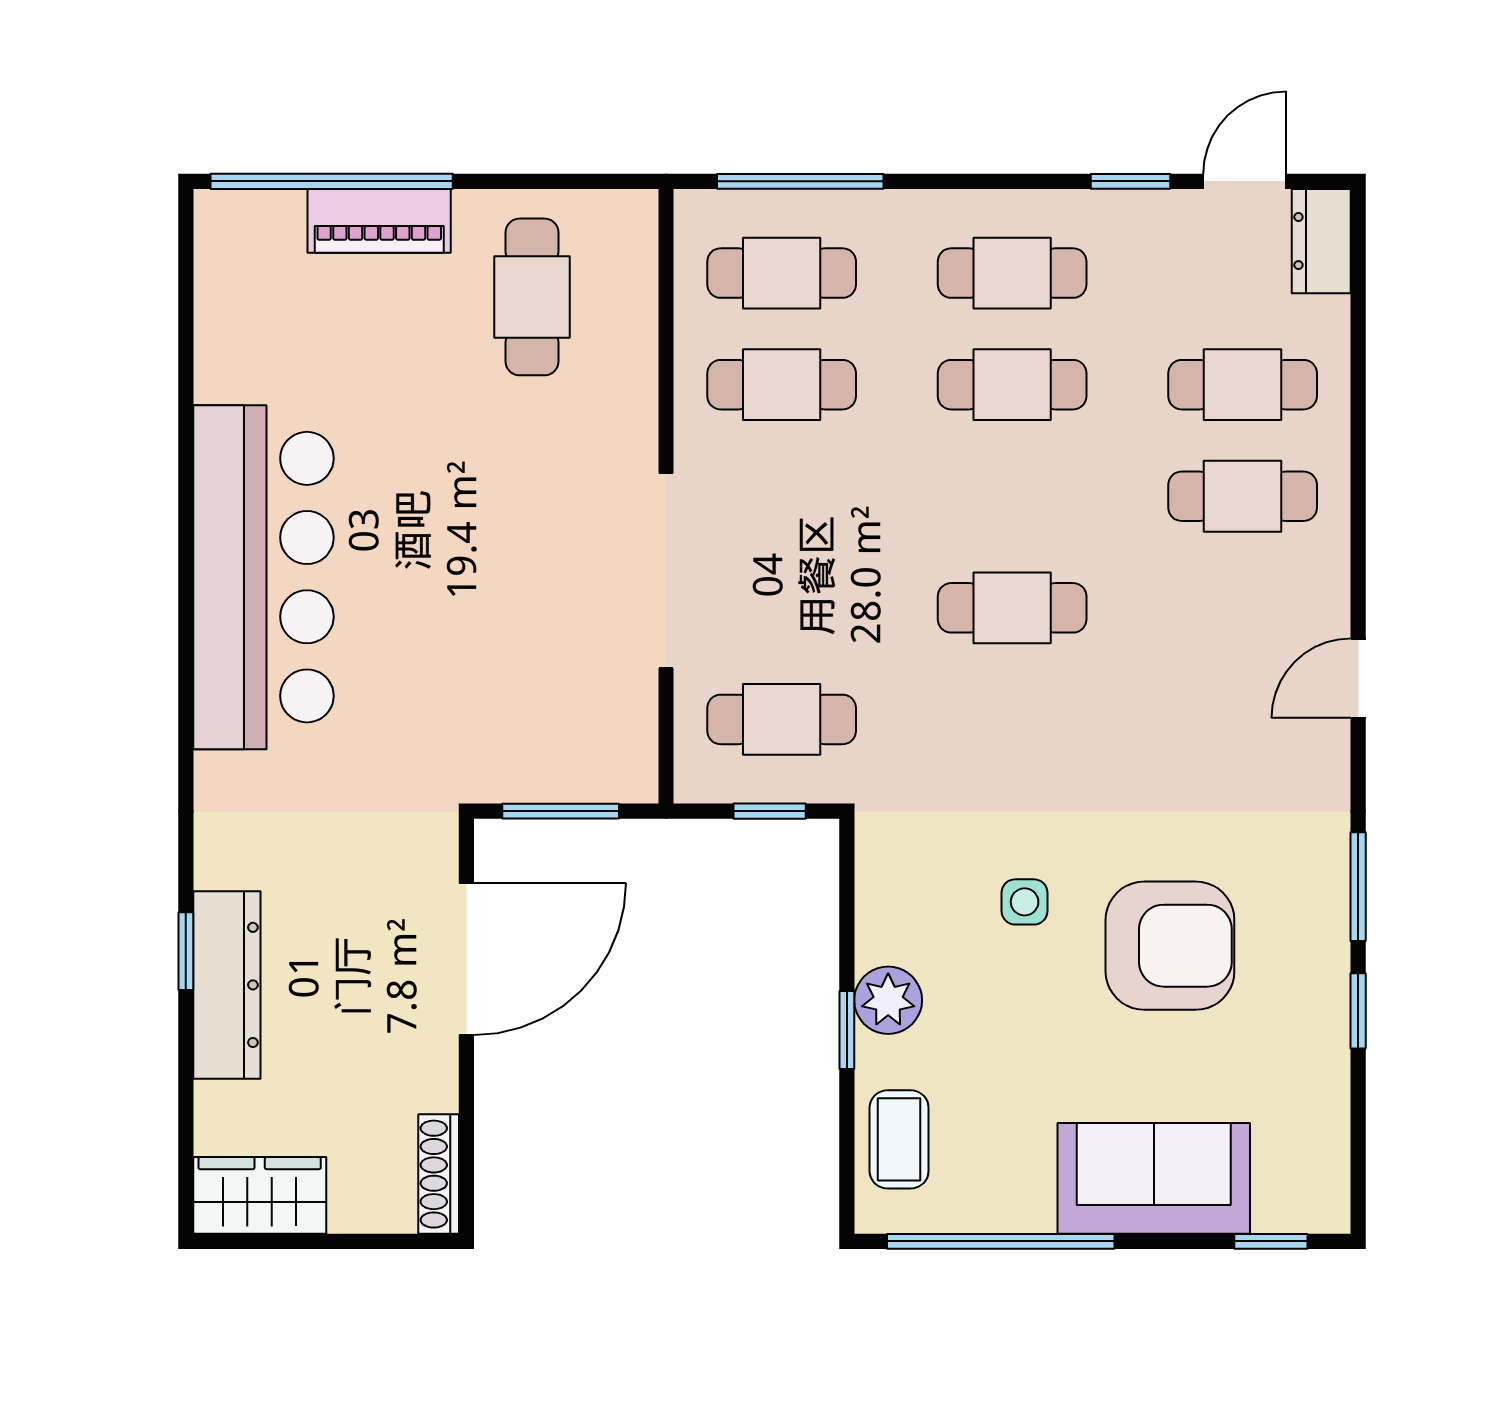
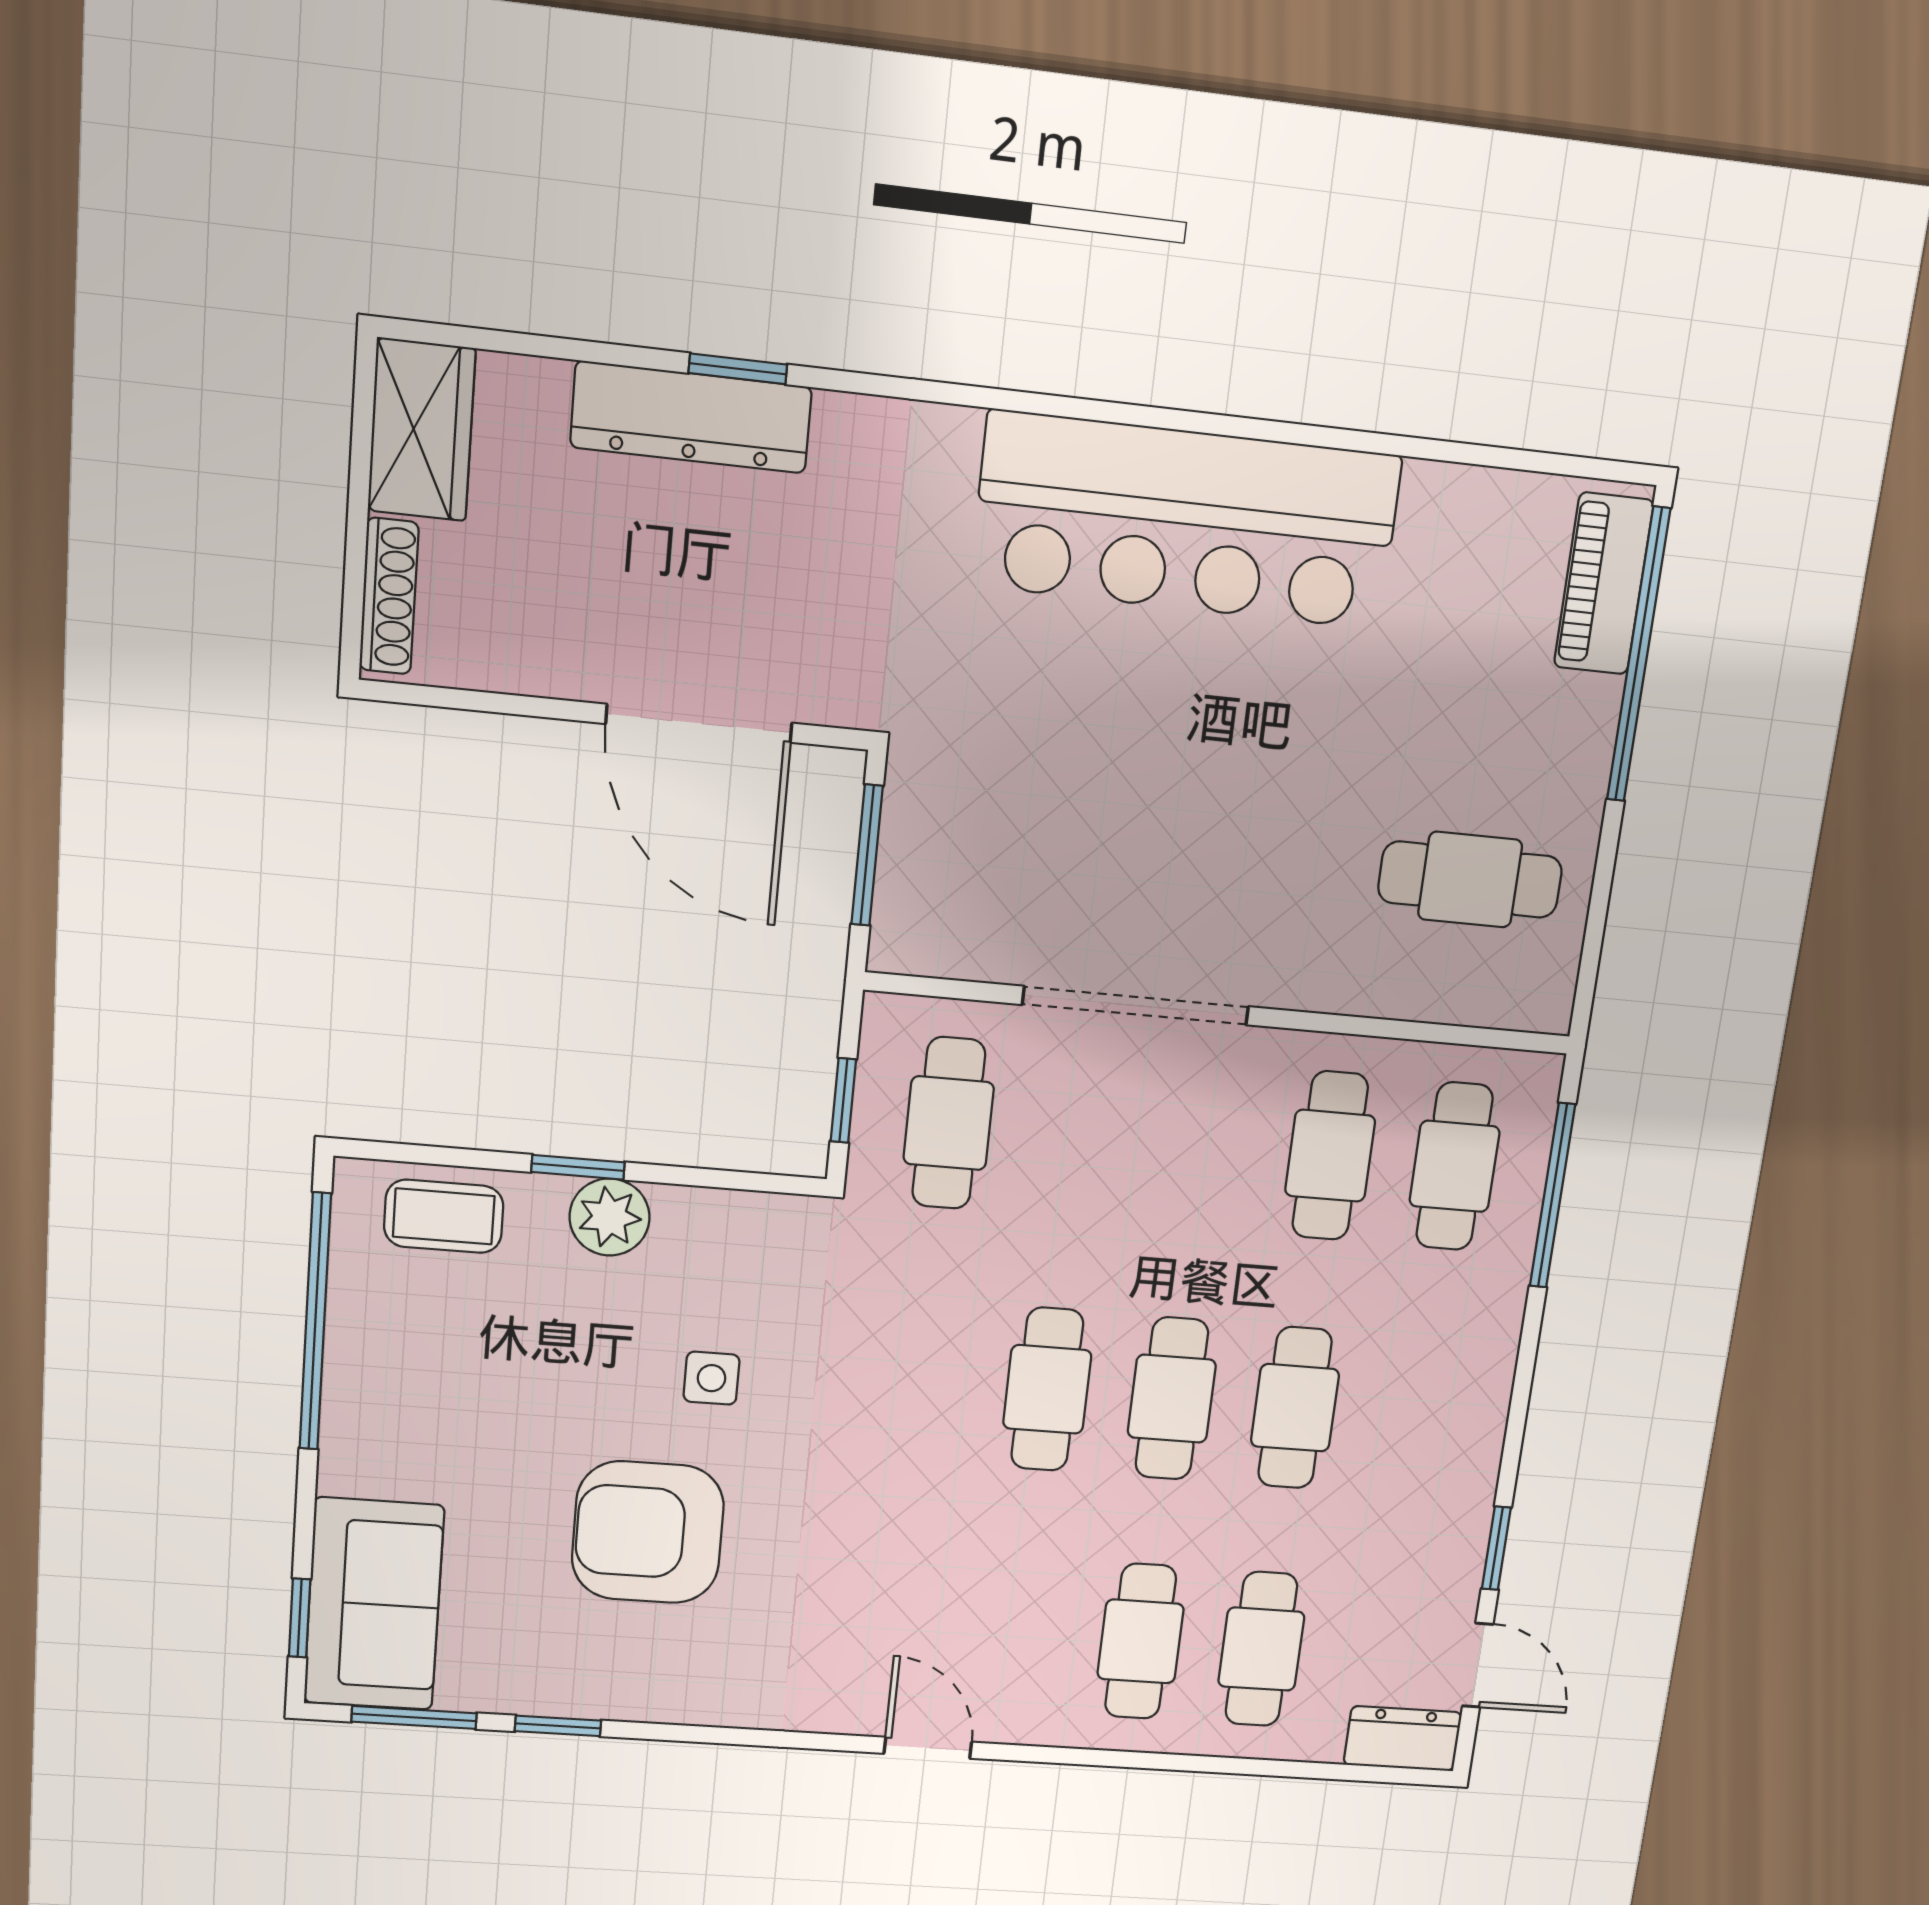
piano: (379, 221) -> (1604, 584), moved
cafe table: (1012, 273) -> (1172, 1399), moved
window: (1358, 887) -> (414, 1717), moved
armchair: (1170, 946) -> (648, 1532), turned 90
shoe rack: (439, 1174) -> (389, 596), moved, turned 90
sofa: (1154, 1178) -> (374, 1604), moved

